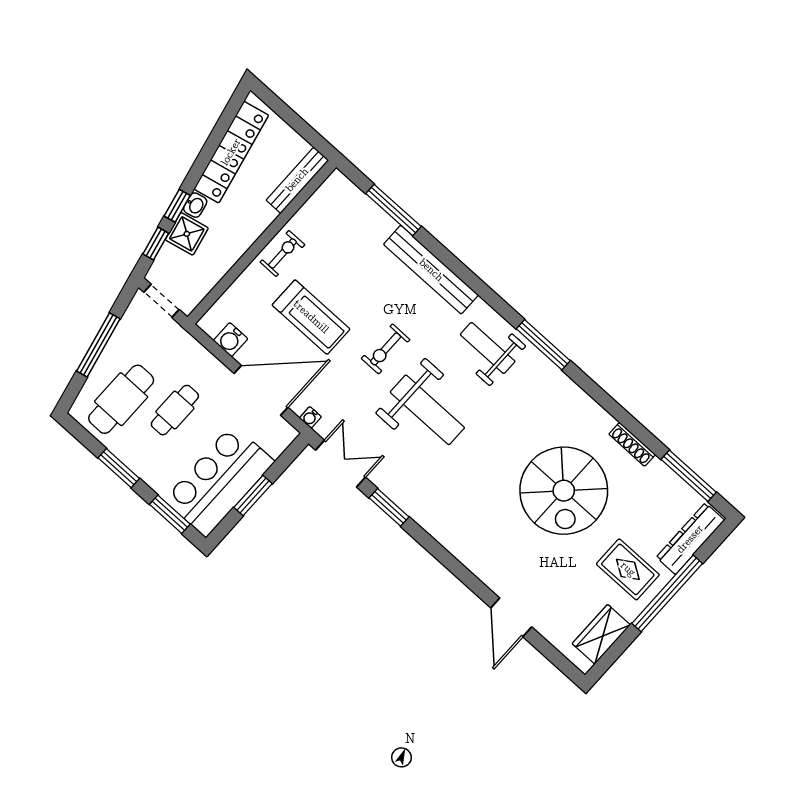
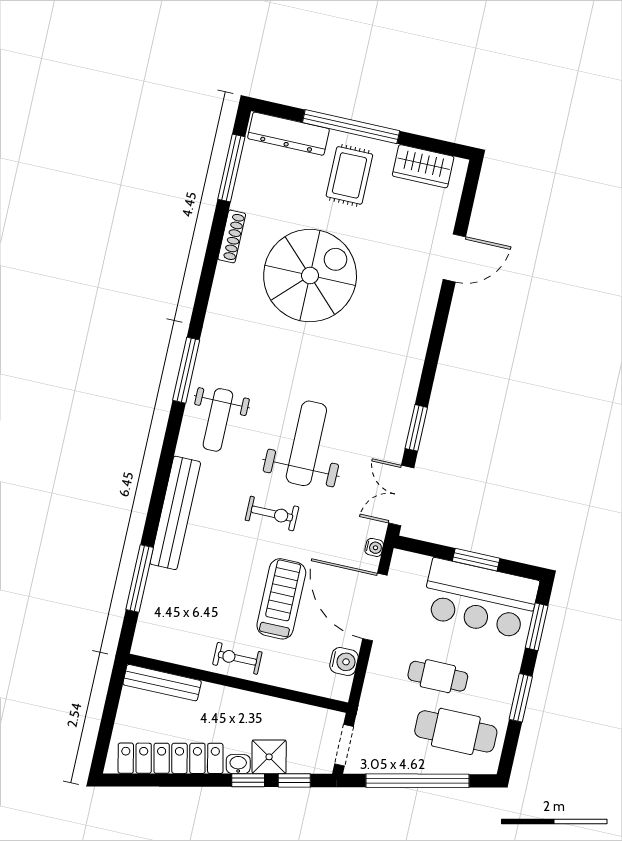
window: (98, 345) -> (417, 781), width x1.46

